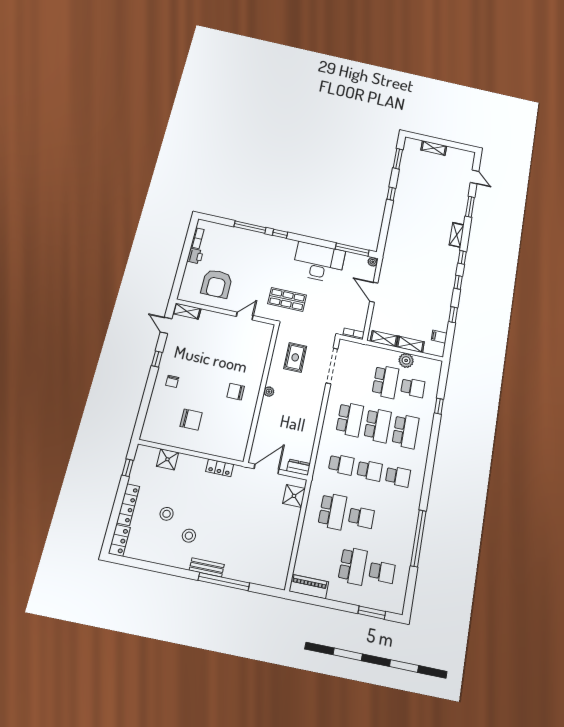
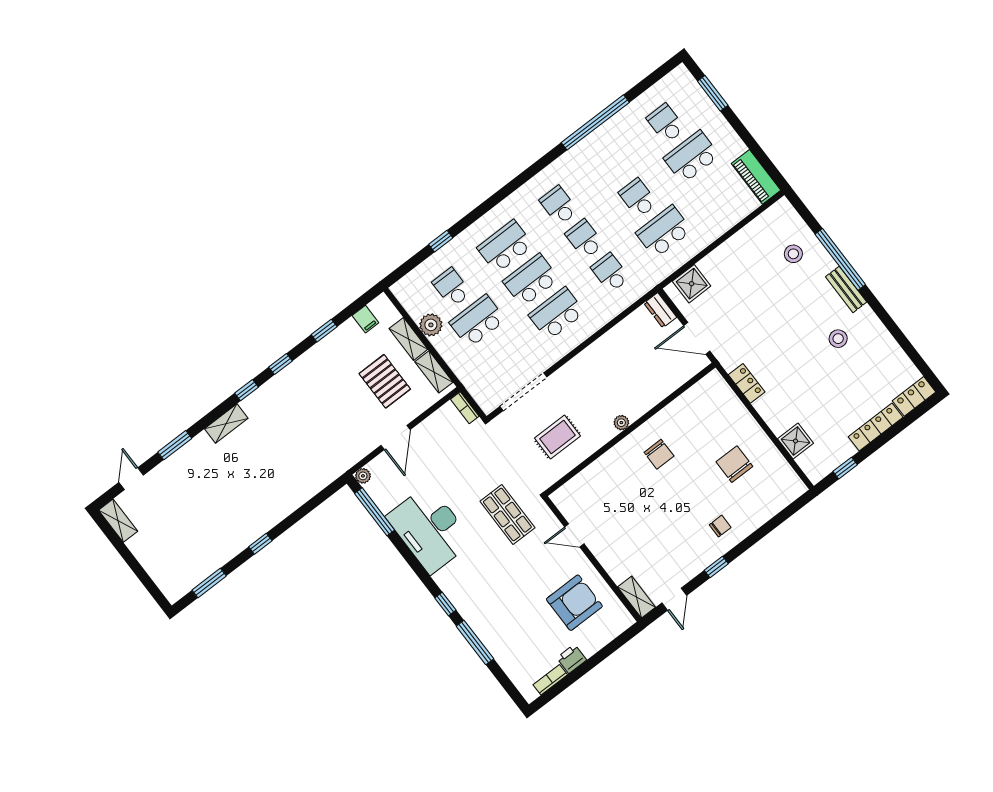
shelving: (434, 148) -> (118, 521), moved
pallet: (403, 315) -> (385, 381), added
stool: (167, 514) -> (793, 254), moved

